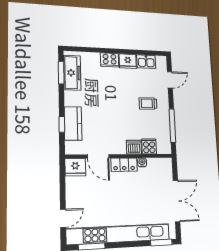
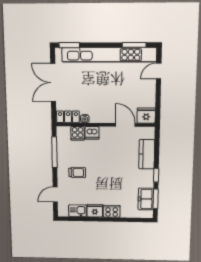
freezer: (72, 73) -> (146, 199), width x0.71
window: (62, 124) -> (156, 175), moved
locker: (124, 165) -> (68, 117), moved

